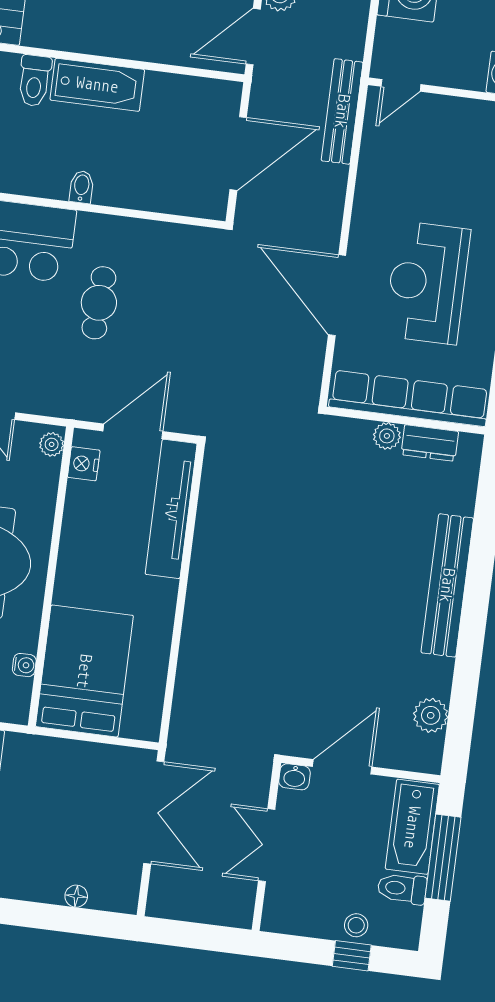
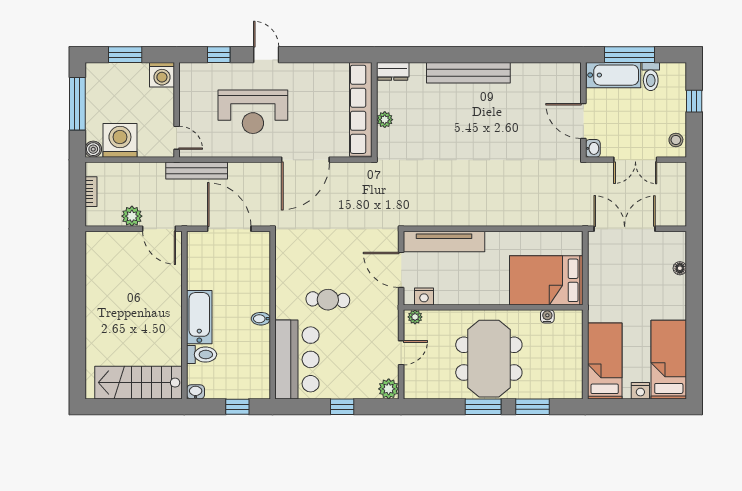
reception desk: (427, 283) -> (253, 112), moved
dresser: (430, 443) -> (393, 71), moved, turned 90
plant: (431, 715) -> (546, 73), removed
stool: (356, 925) -> (676, 140), moved

